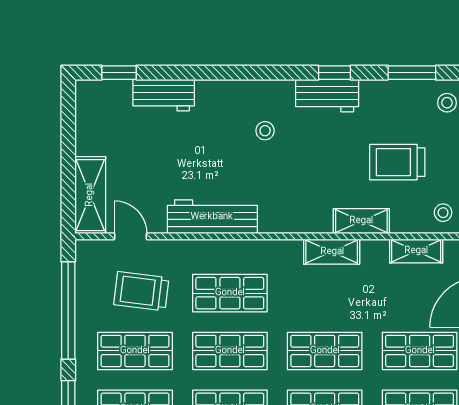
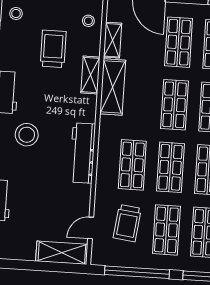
stool: (265, 131) -> (27, 135), width x1.89, depth x1.89
trolley: (397, 162) -> (53, 49), turned 180
workbench: (212, 217) -> (83, 153), moved
shelving: (332, 252) -> (113, 87), width x1.50, depth x1.33

